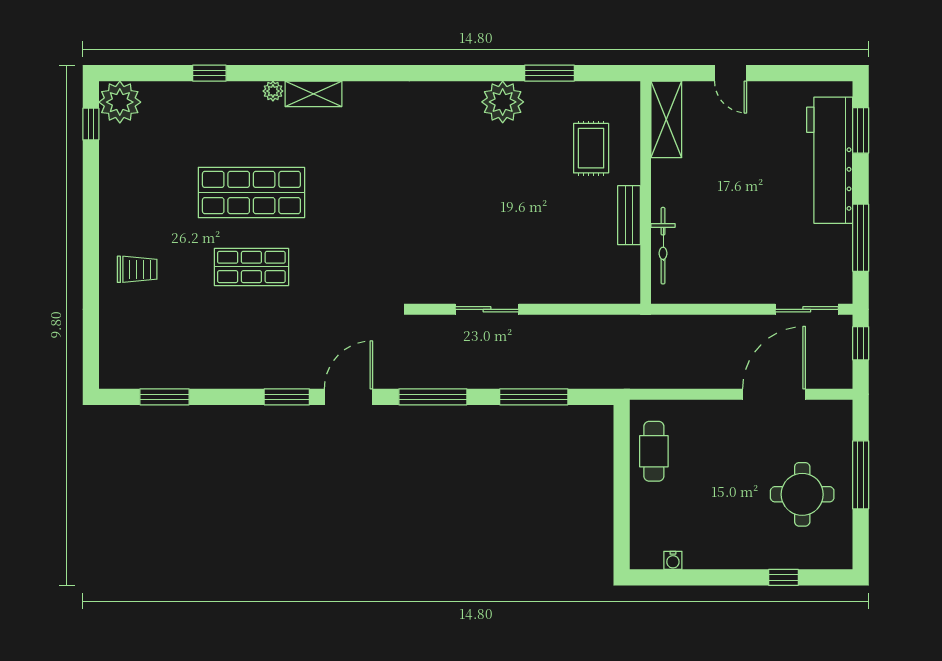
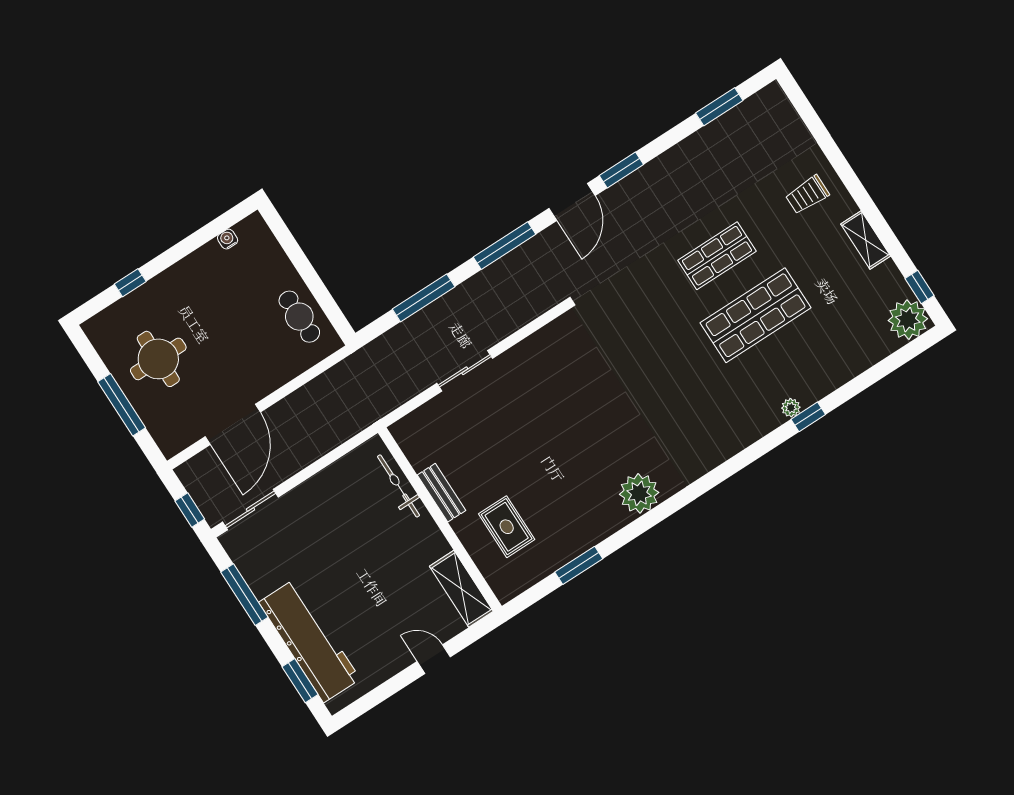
window: (209, 73) -> (808, 417), moved
shelving: (313, 94) -> (866, 240), moved, turned 90
plant: (503, 102) -> (639, 493), moved
sliding door: (487, 309) -> (465, 371), moved

